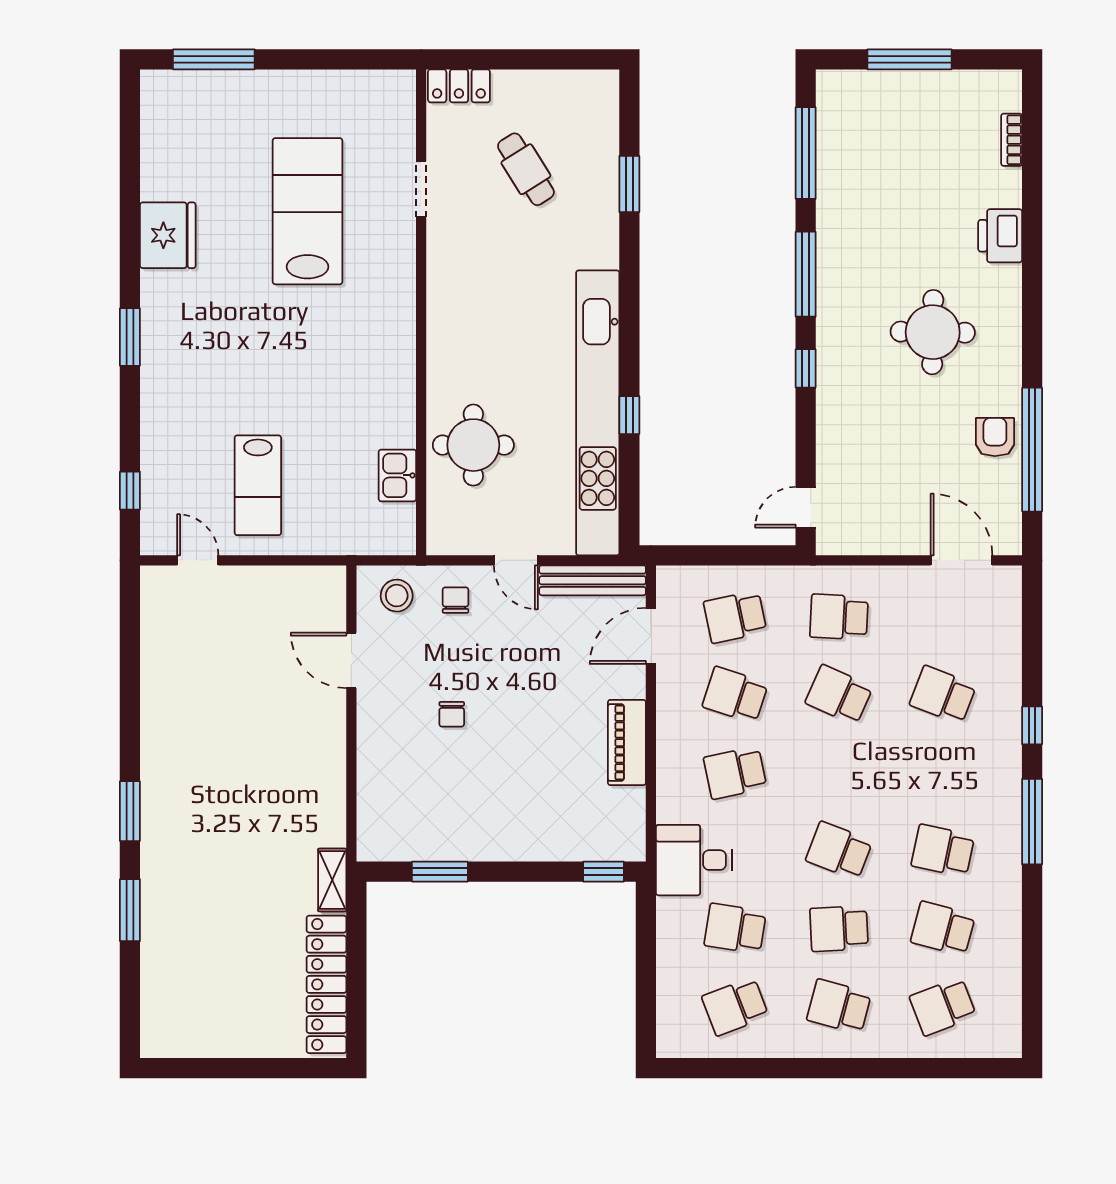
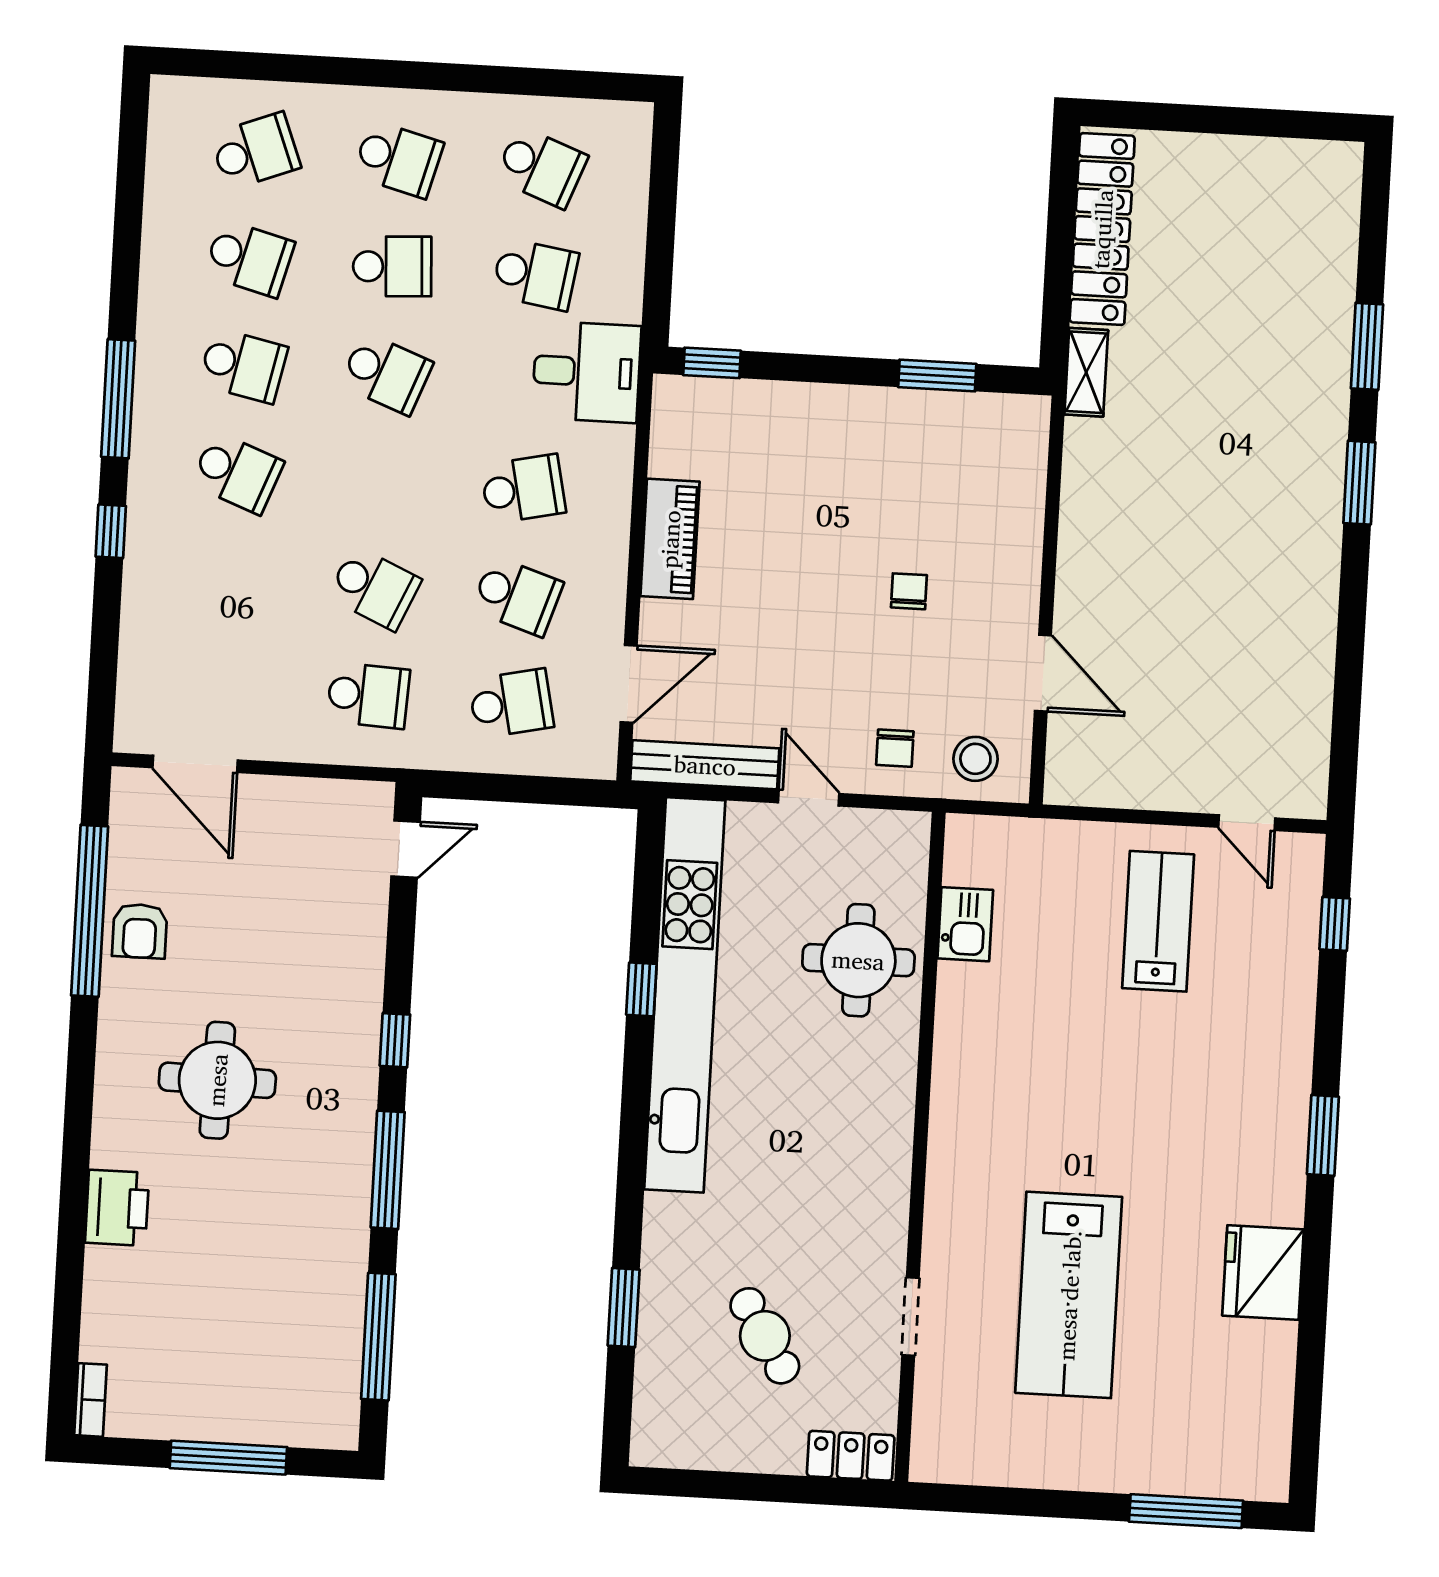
bookcase: (1012, 140) -> (90, 1400), moved
school desk: (943, 695) -> (237, 473), moved
school desk: (735, 1006) -> (541, 167), turned 42

